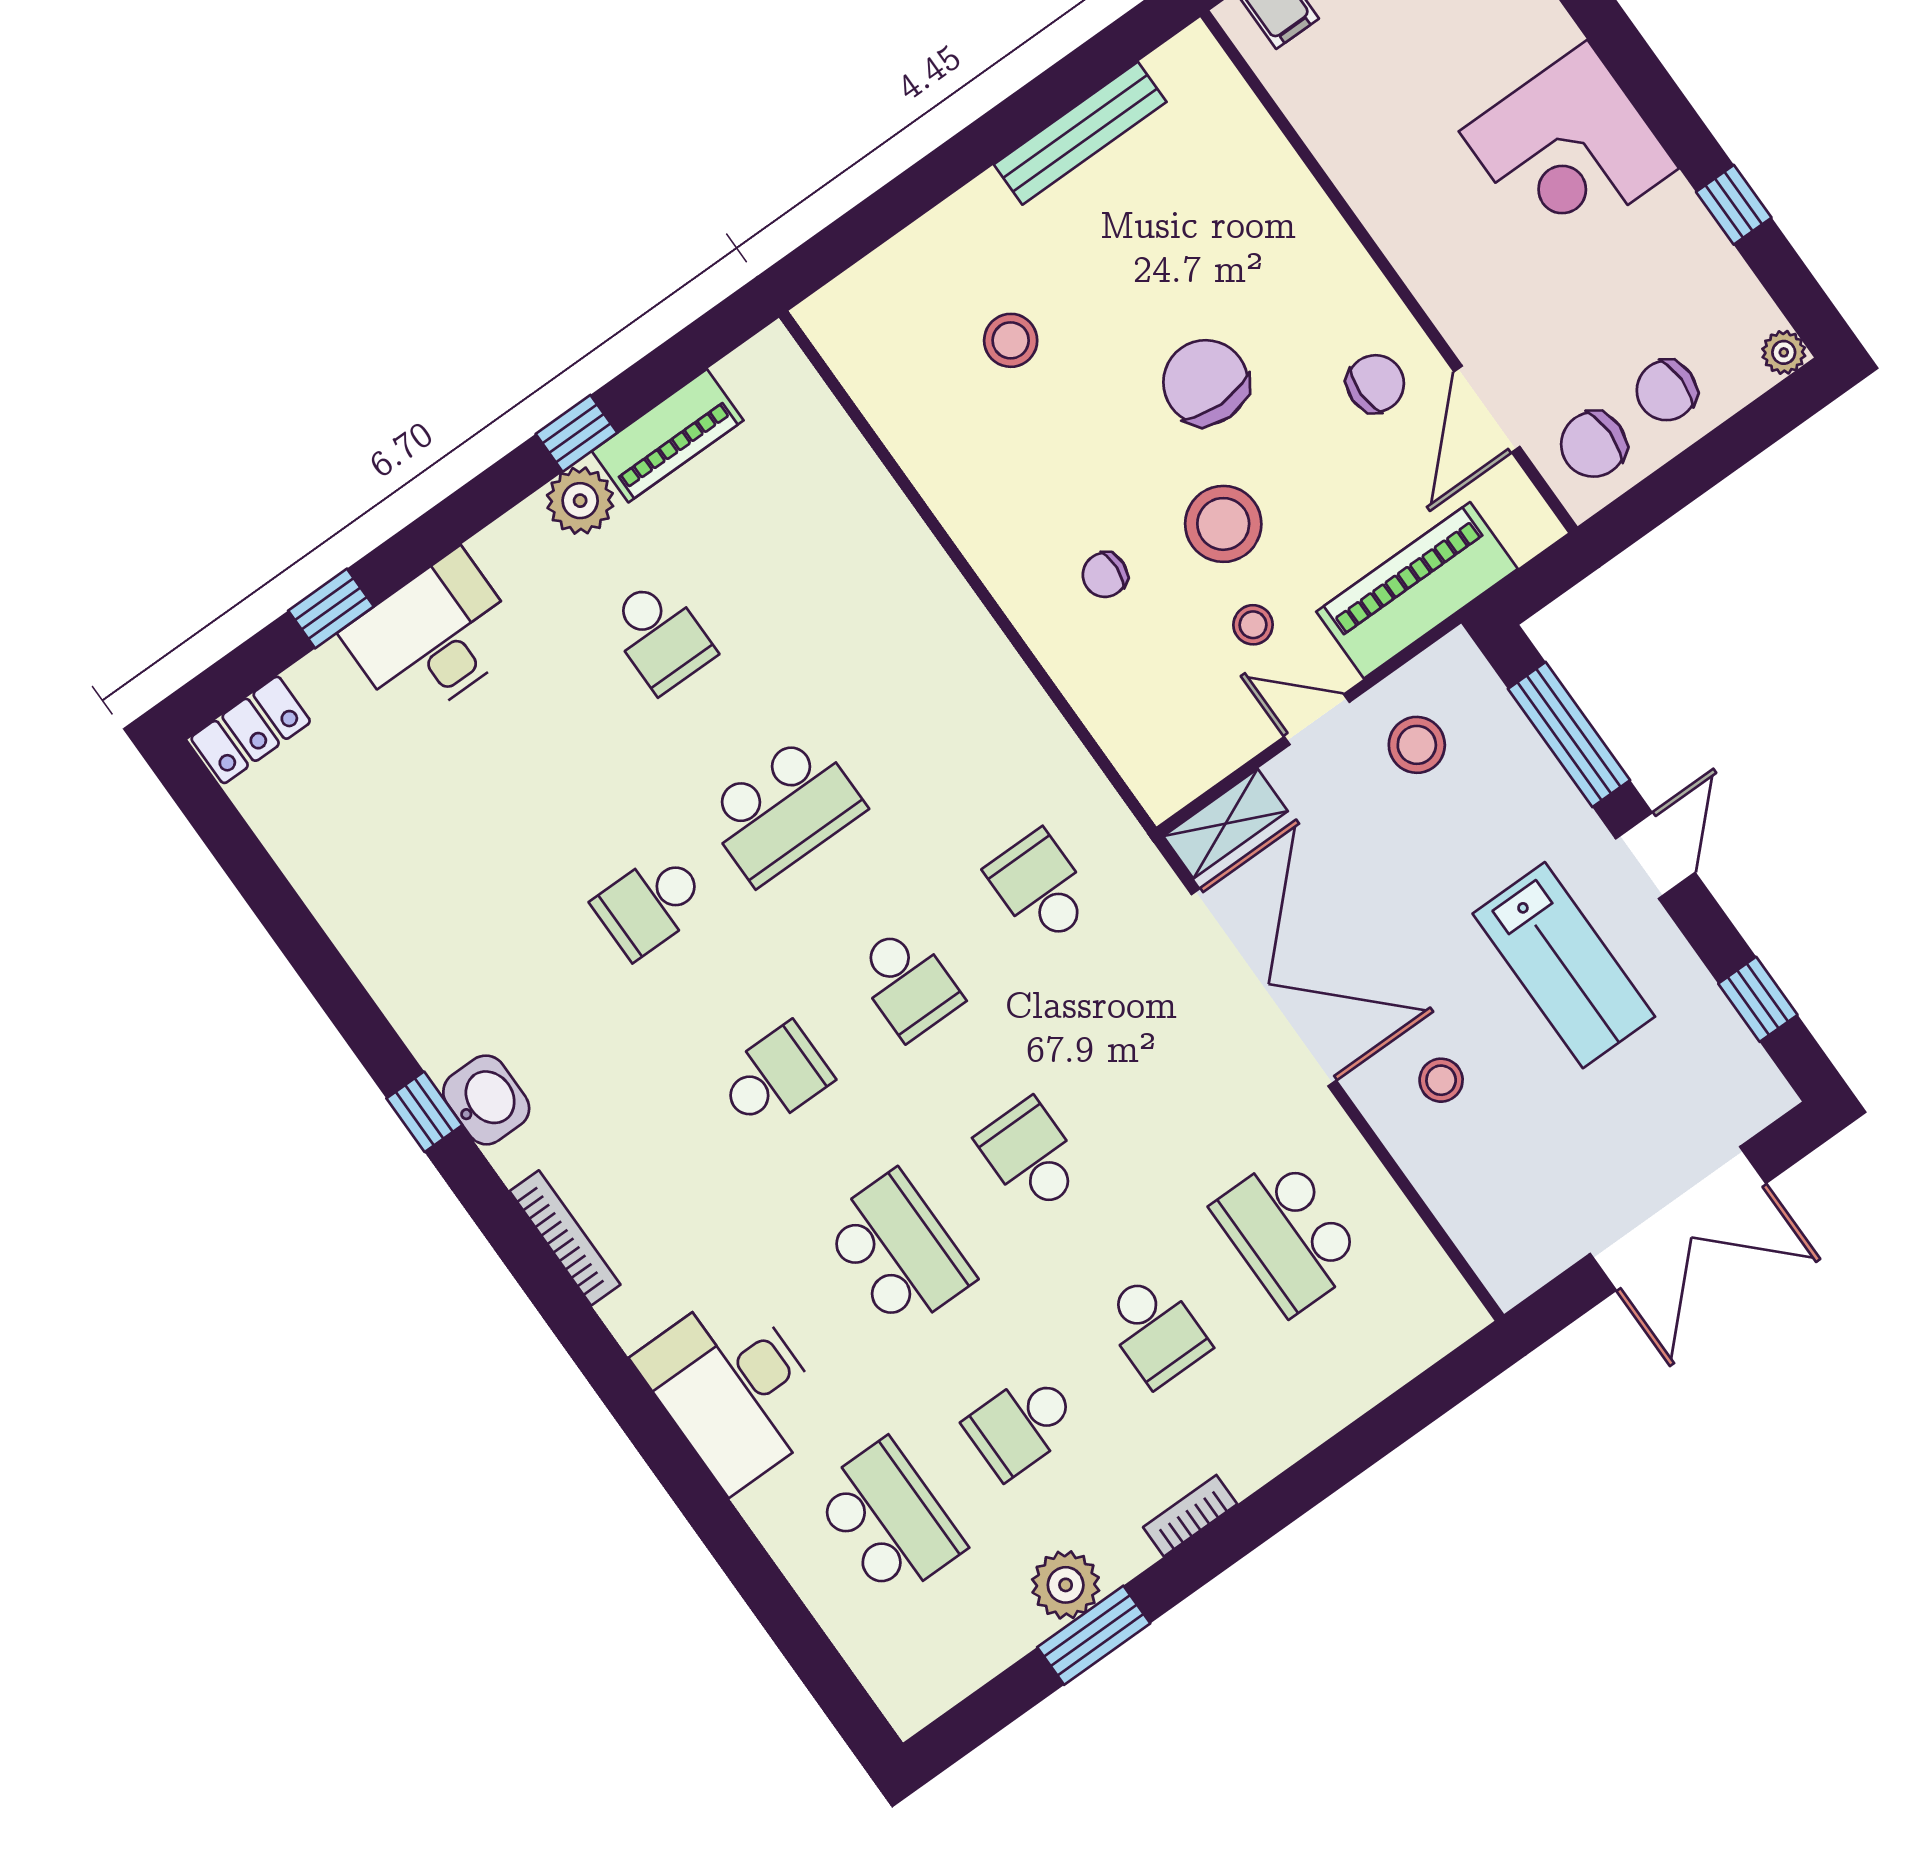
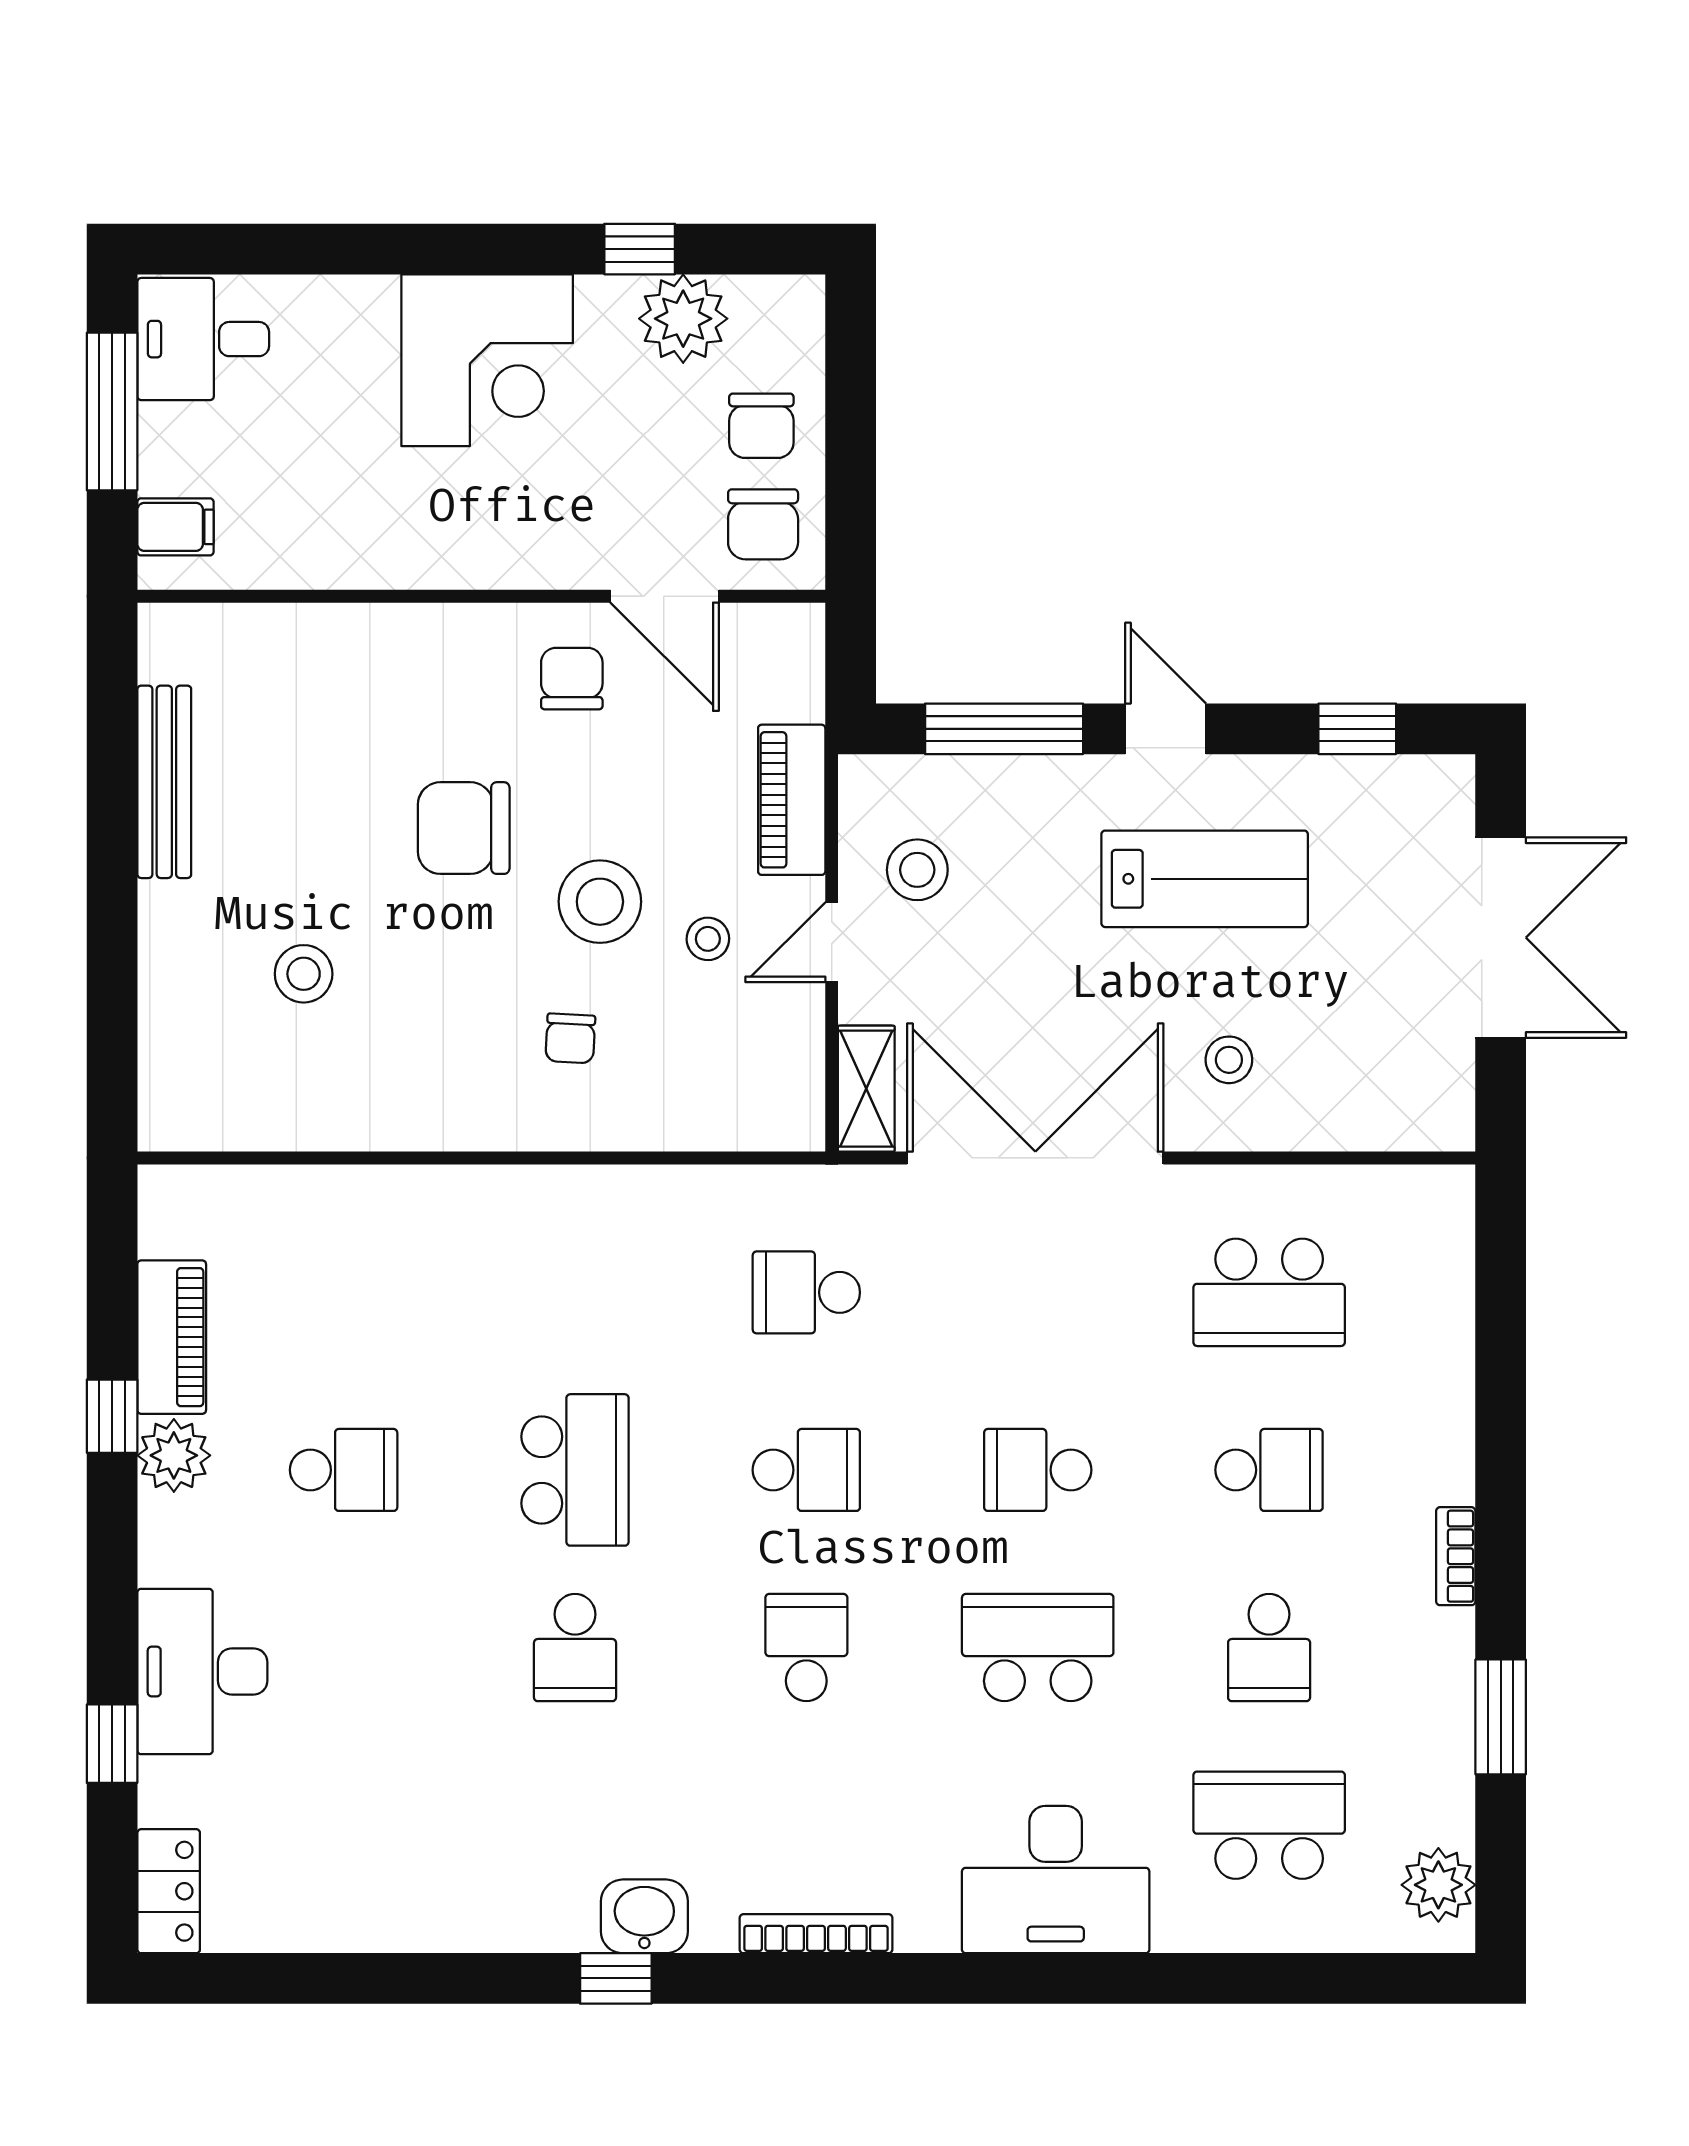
plant: (1784, 352) -> (683, 319), moved, width x1.88, depth x1.88
piano: (1417, 590) -> (792, 800), width x0.73, depth x0.75
plant: (1066, 1585) -> (1438, 1885), moved

